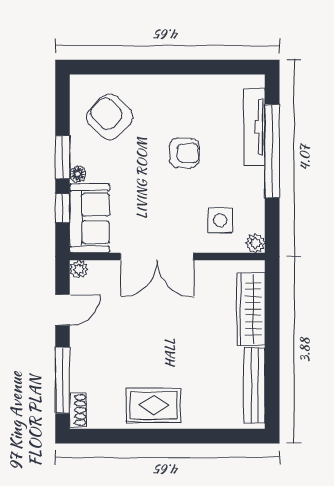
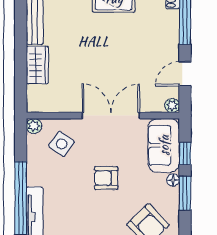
armchair: (184, 153) -> (106, 178), moved
side table: (220, 220) -> (62, 144), turned 36
wardrobe: (251, 309) -> (37, 65), width x0.67

